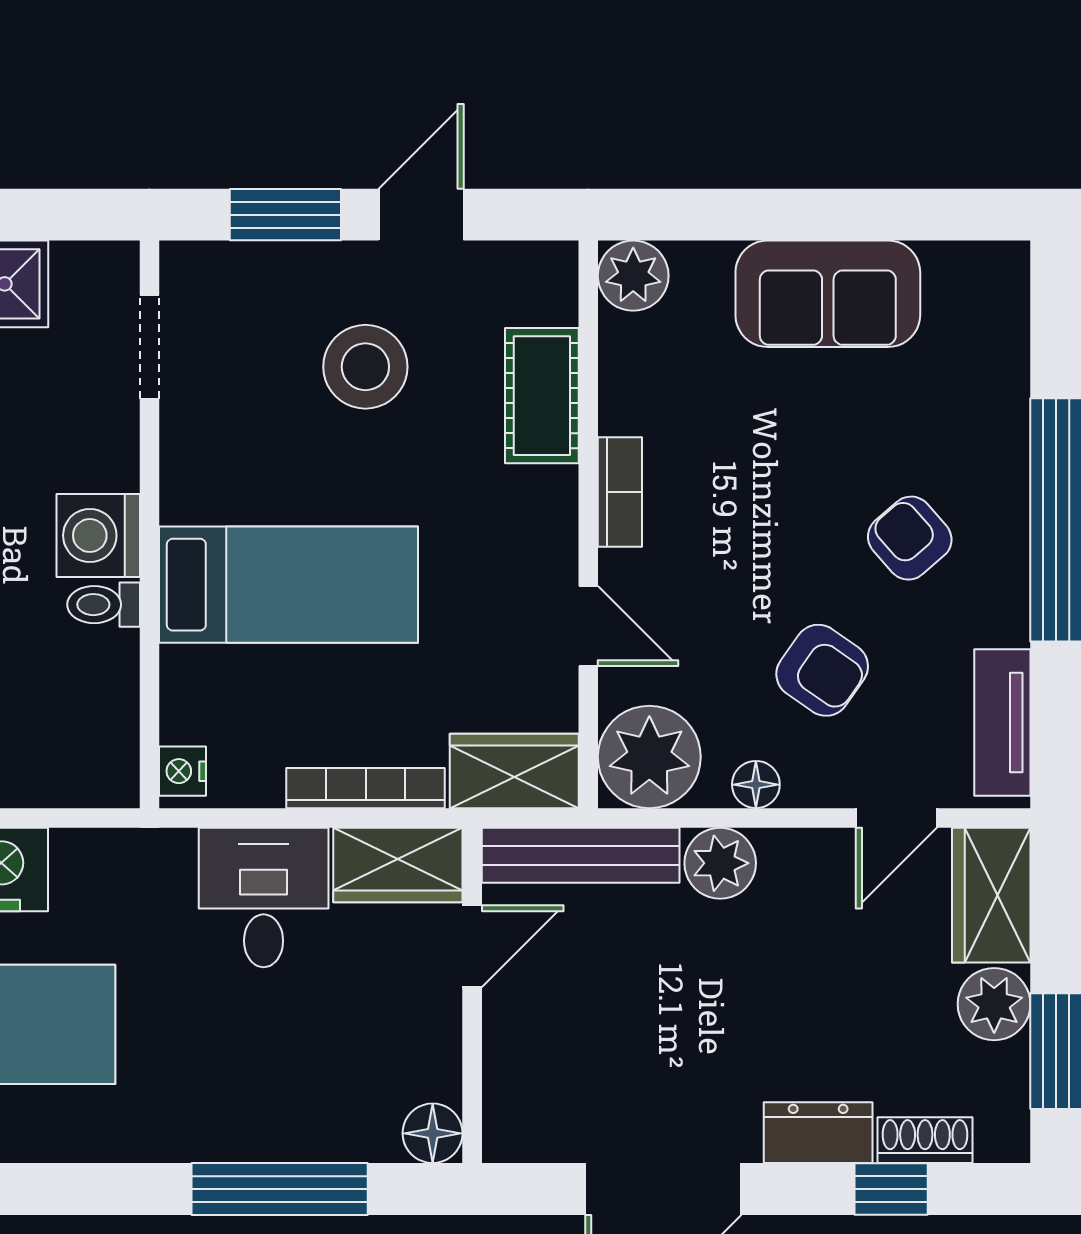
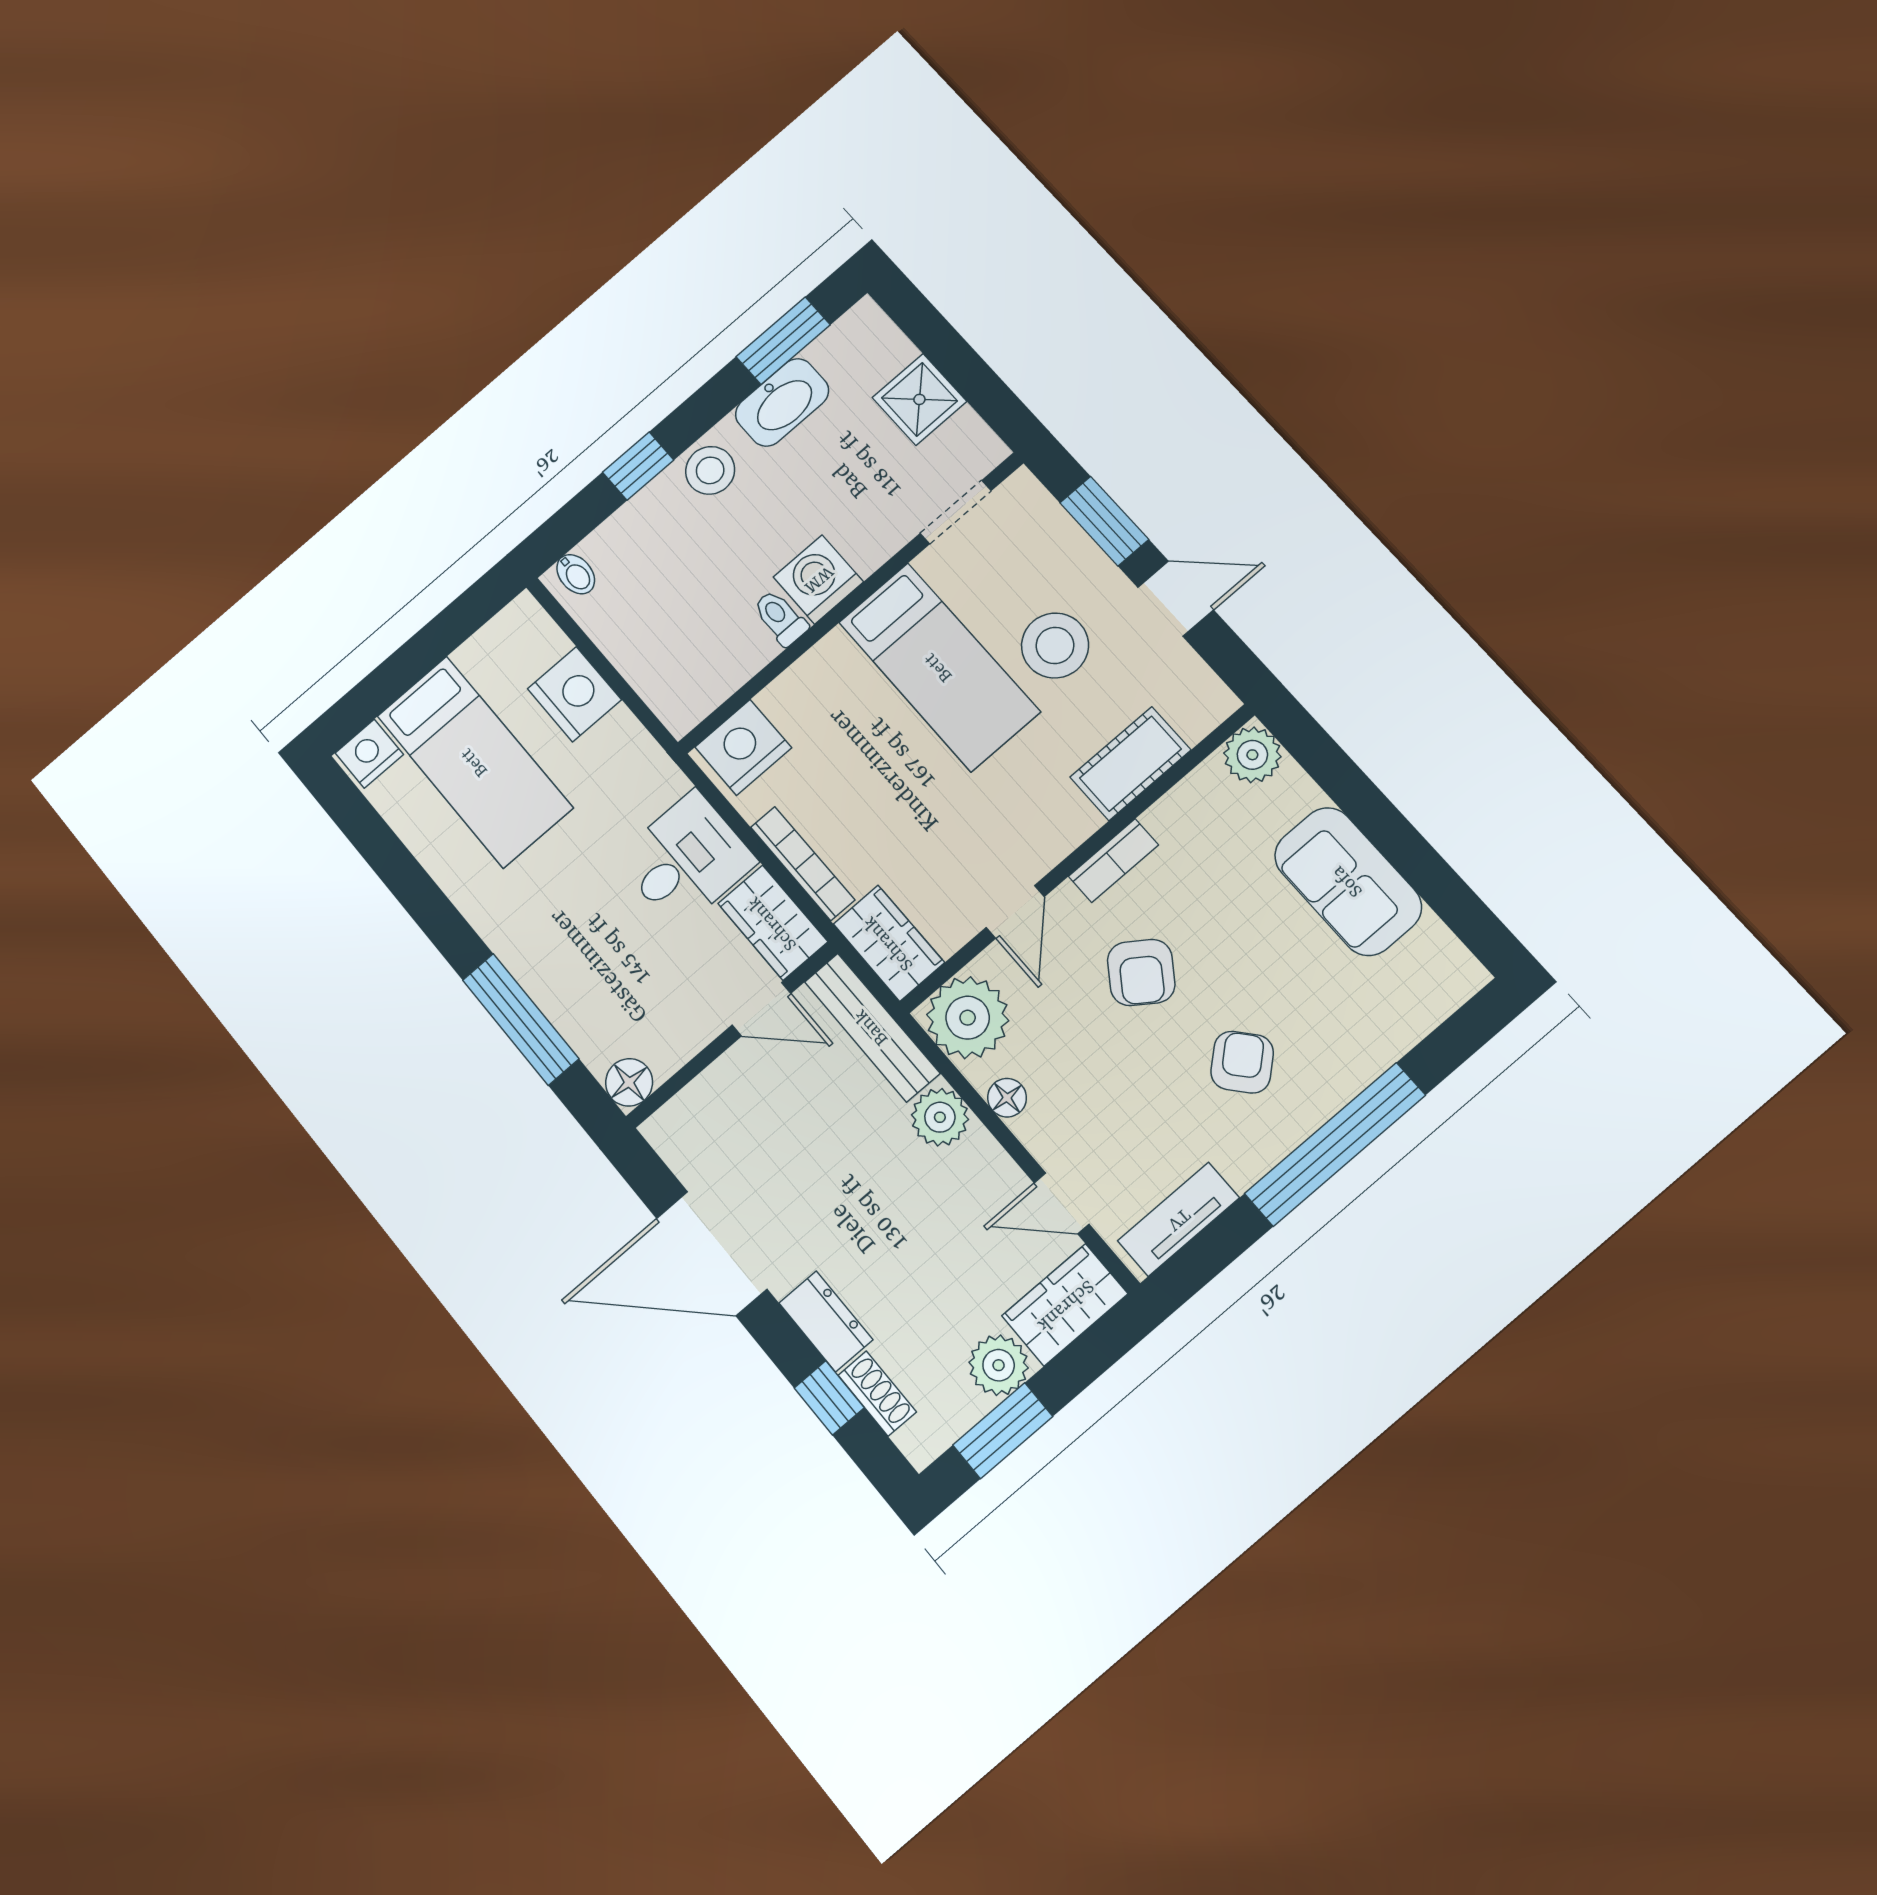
bed: (289, 585) -> (939, 667), moved
armchair: (822, 670) -> (1141, 972), moved
nightstand: (183, 771) -> (743, 747), width x1.89, depth x1.79

